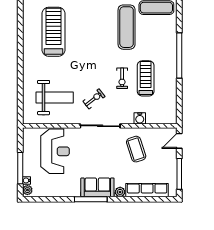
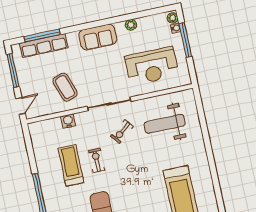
treadmill: (146, 78) -> (71, 165), turned 180
reception desk: (55, 151) -> (152, 66), turned -90
plant: (120, 192) -> (131, 25), moved
window: (91, 199) -> (42, 35), moved

